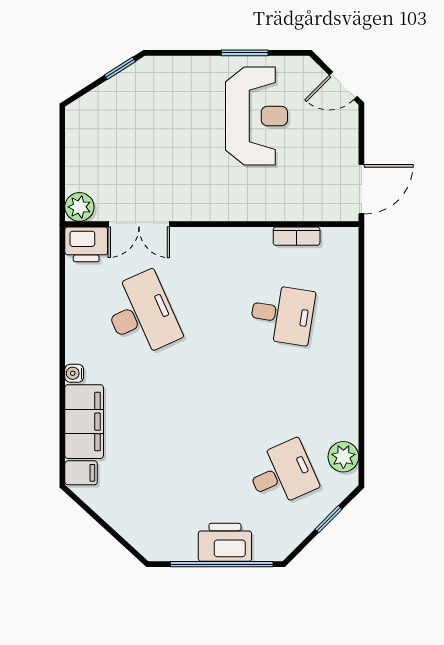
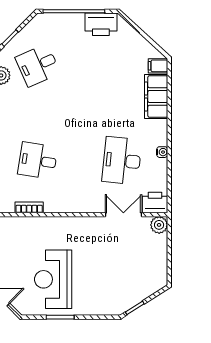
desk: (141, 314) -> (122, 161), turned 30
water cooler: (74, 373) -> (162, 152), moved
printer: (225, 542) -> (101, 24), moved

